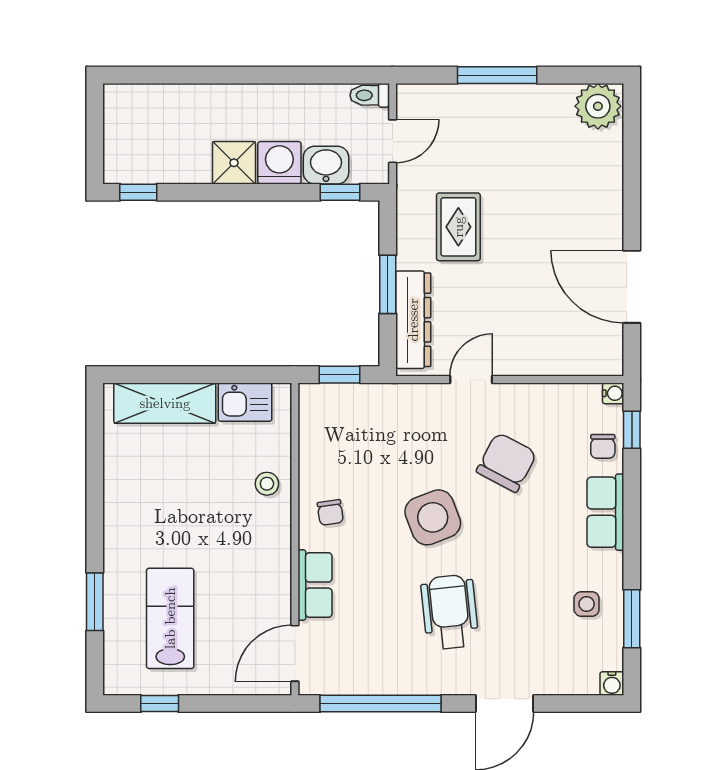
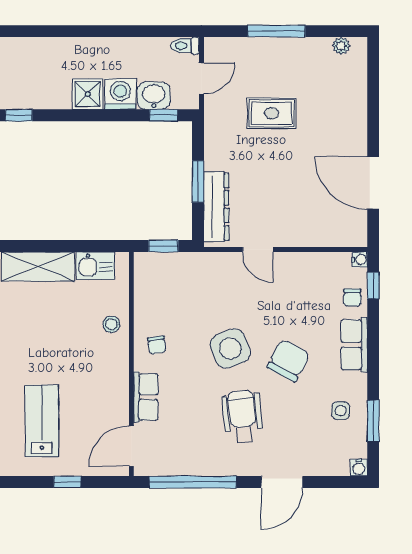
plant: (598, 106) -> (341, 46), width x0.53, depth x0.53
rug: (458, 227) -> (272, 113), moved, turned 90
door: (471, 380) -> (258, 250), swing flipped
chair: (507, 462) -> (288, 361), moved
window: (160, 703) -> (67, 482), moved

